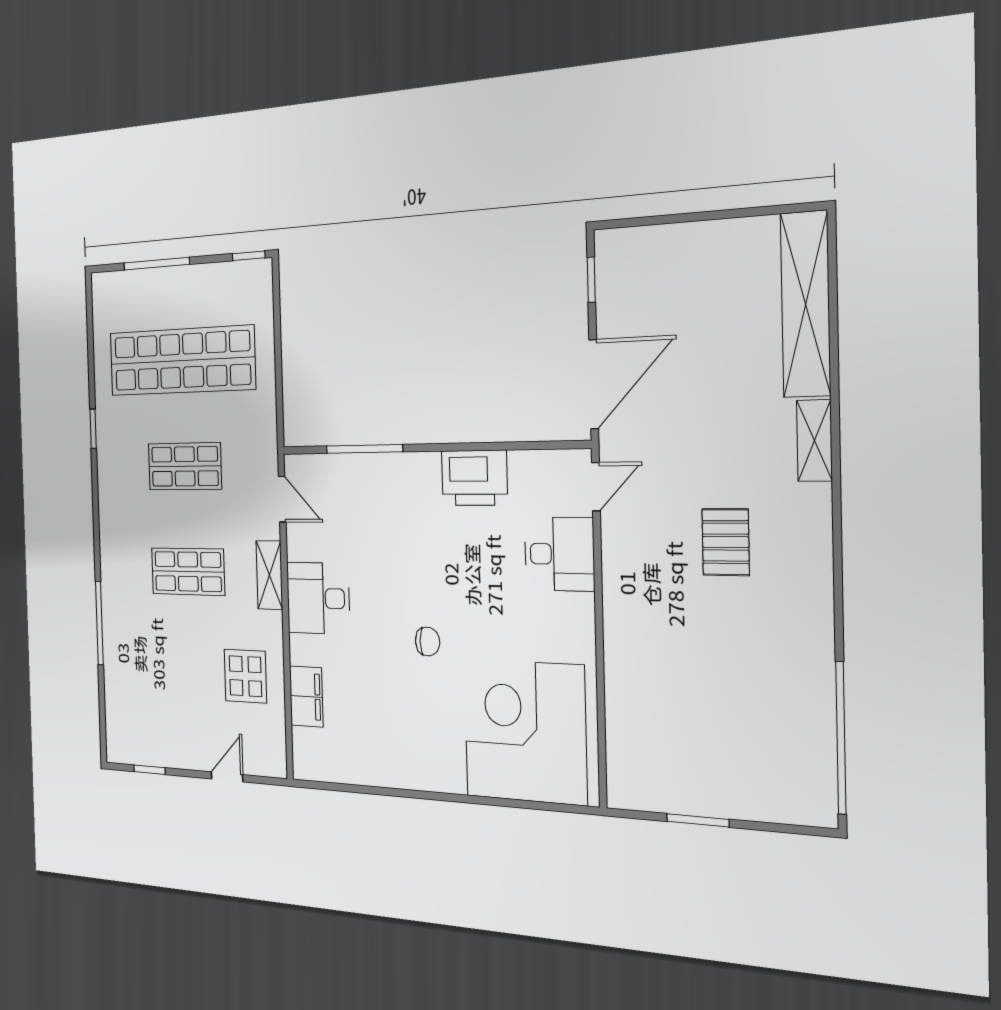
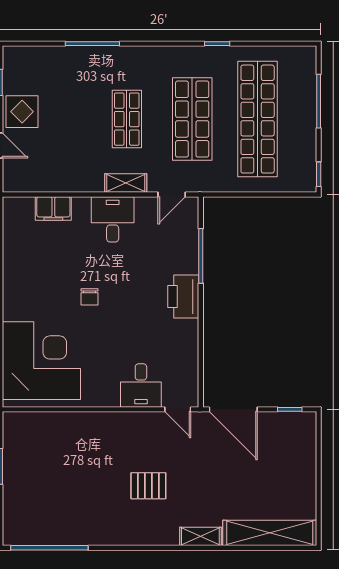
shop shelf: (185, 466) -> (192, 119), width x1.43, depth x1.36
printer: (474, 478) -> (183, 297), moved
display table: (245, 676) -> (22, 112), moved

